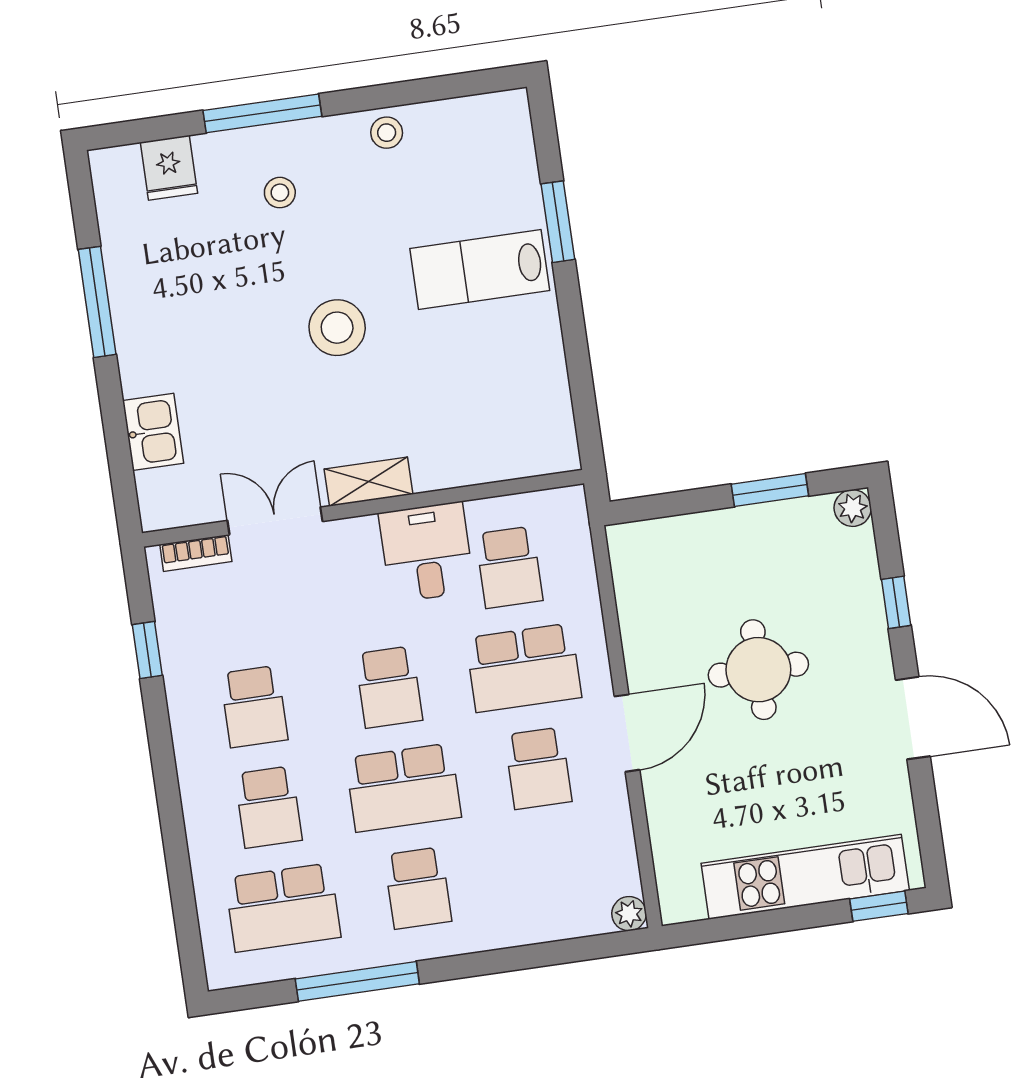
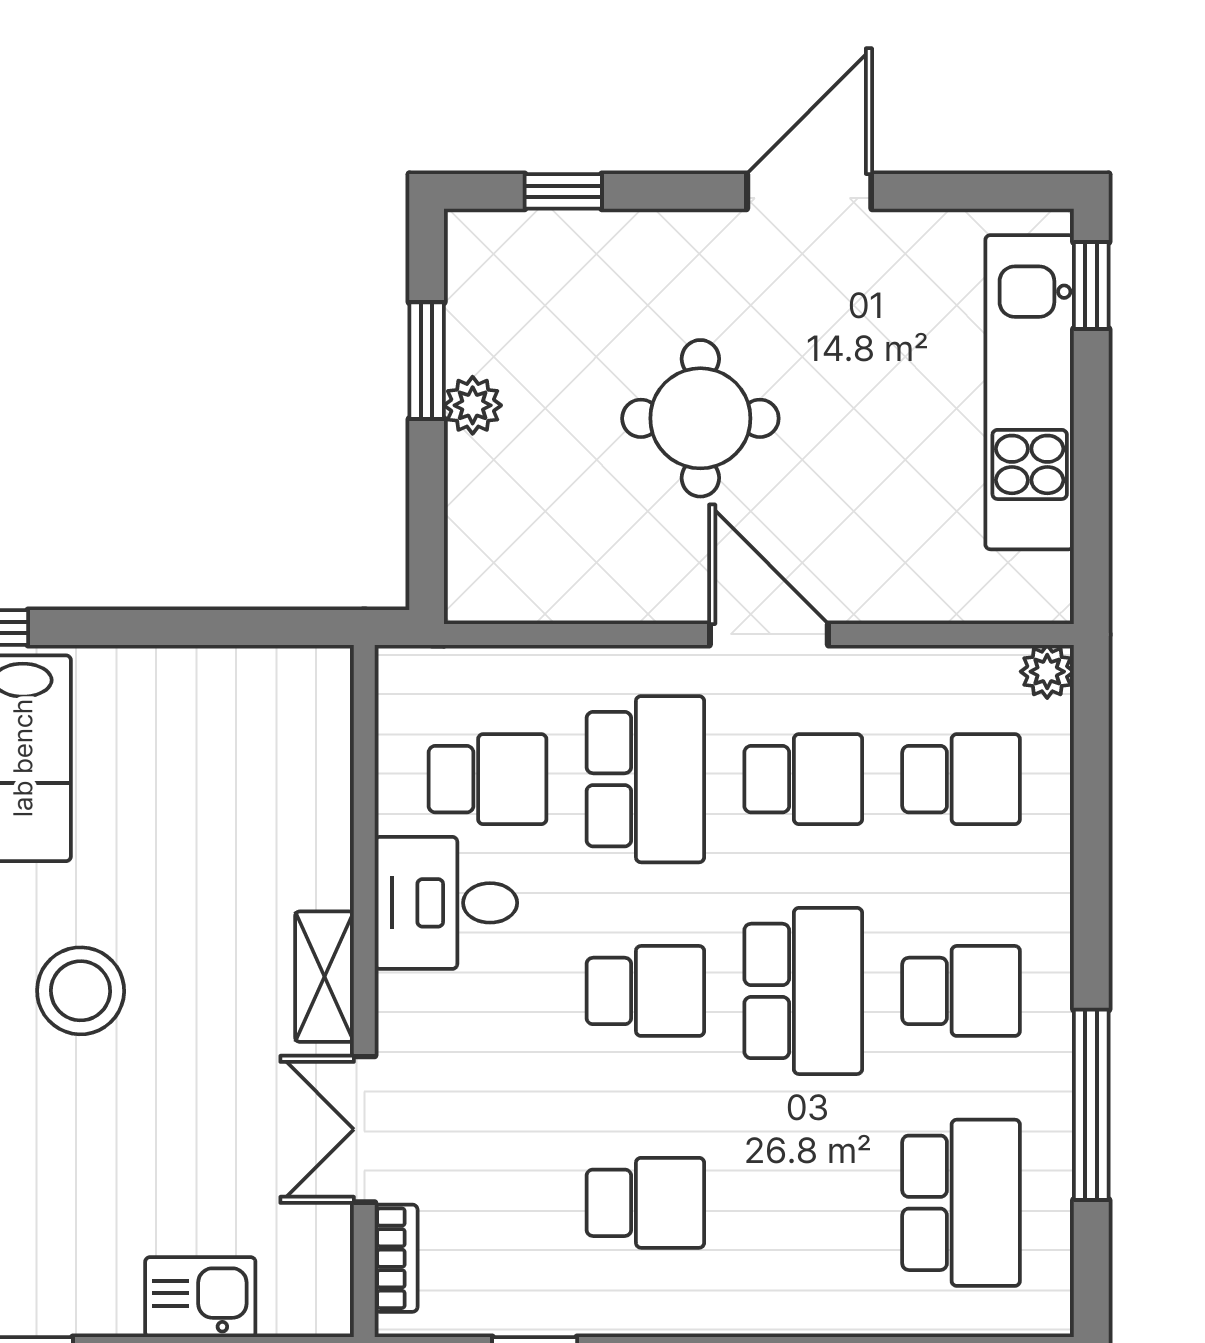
plant: (853, 508) -> (473, 405), moved
window: (896, 602) -> (563, 191), moved
school desk: (268, 807) -> (961, 779), moved

